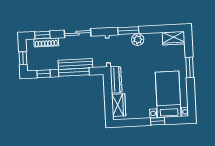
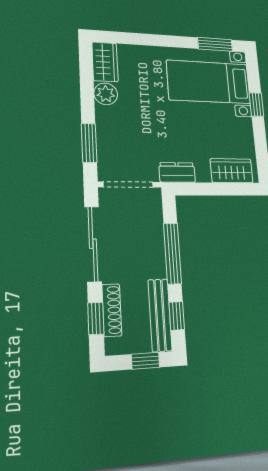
sliding door: (78, 33) -> (93, 244), width x1.37
plant: (138, 40) -> (106, 94), moved
bench: (75, 64) -> (160, 315), moved
window: (190, 67) -> (215, 44), moved
dresser: (116, 80) -> (177, 172), width x0.70

